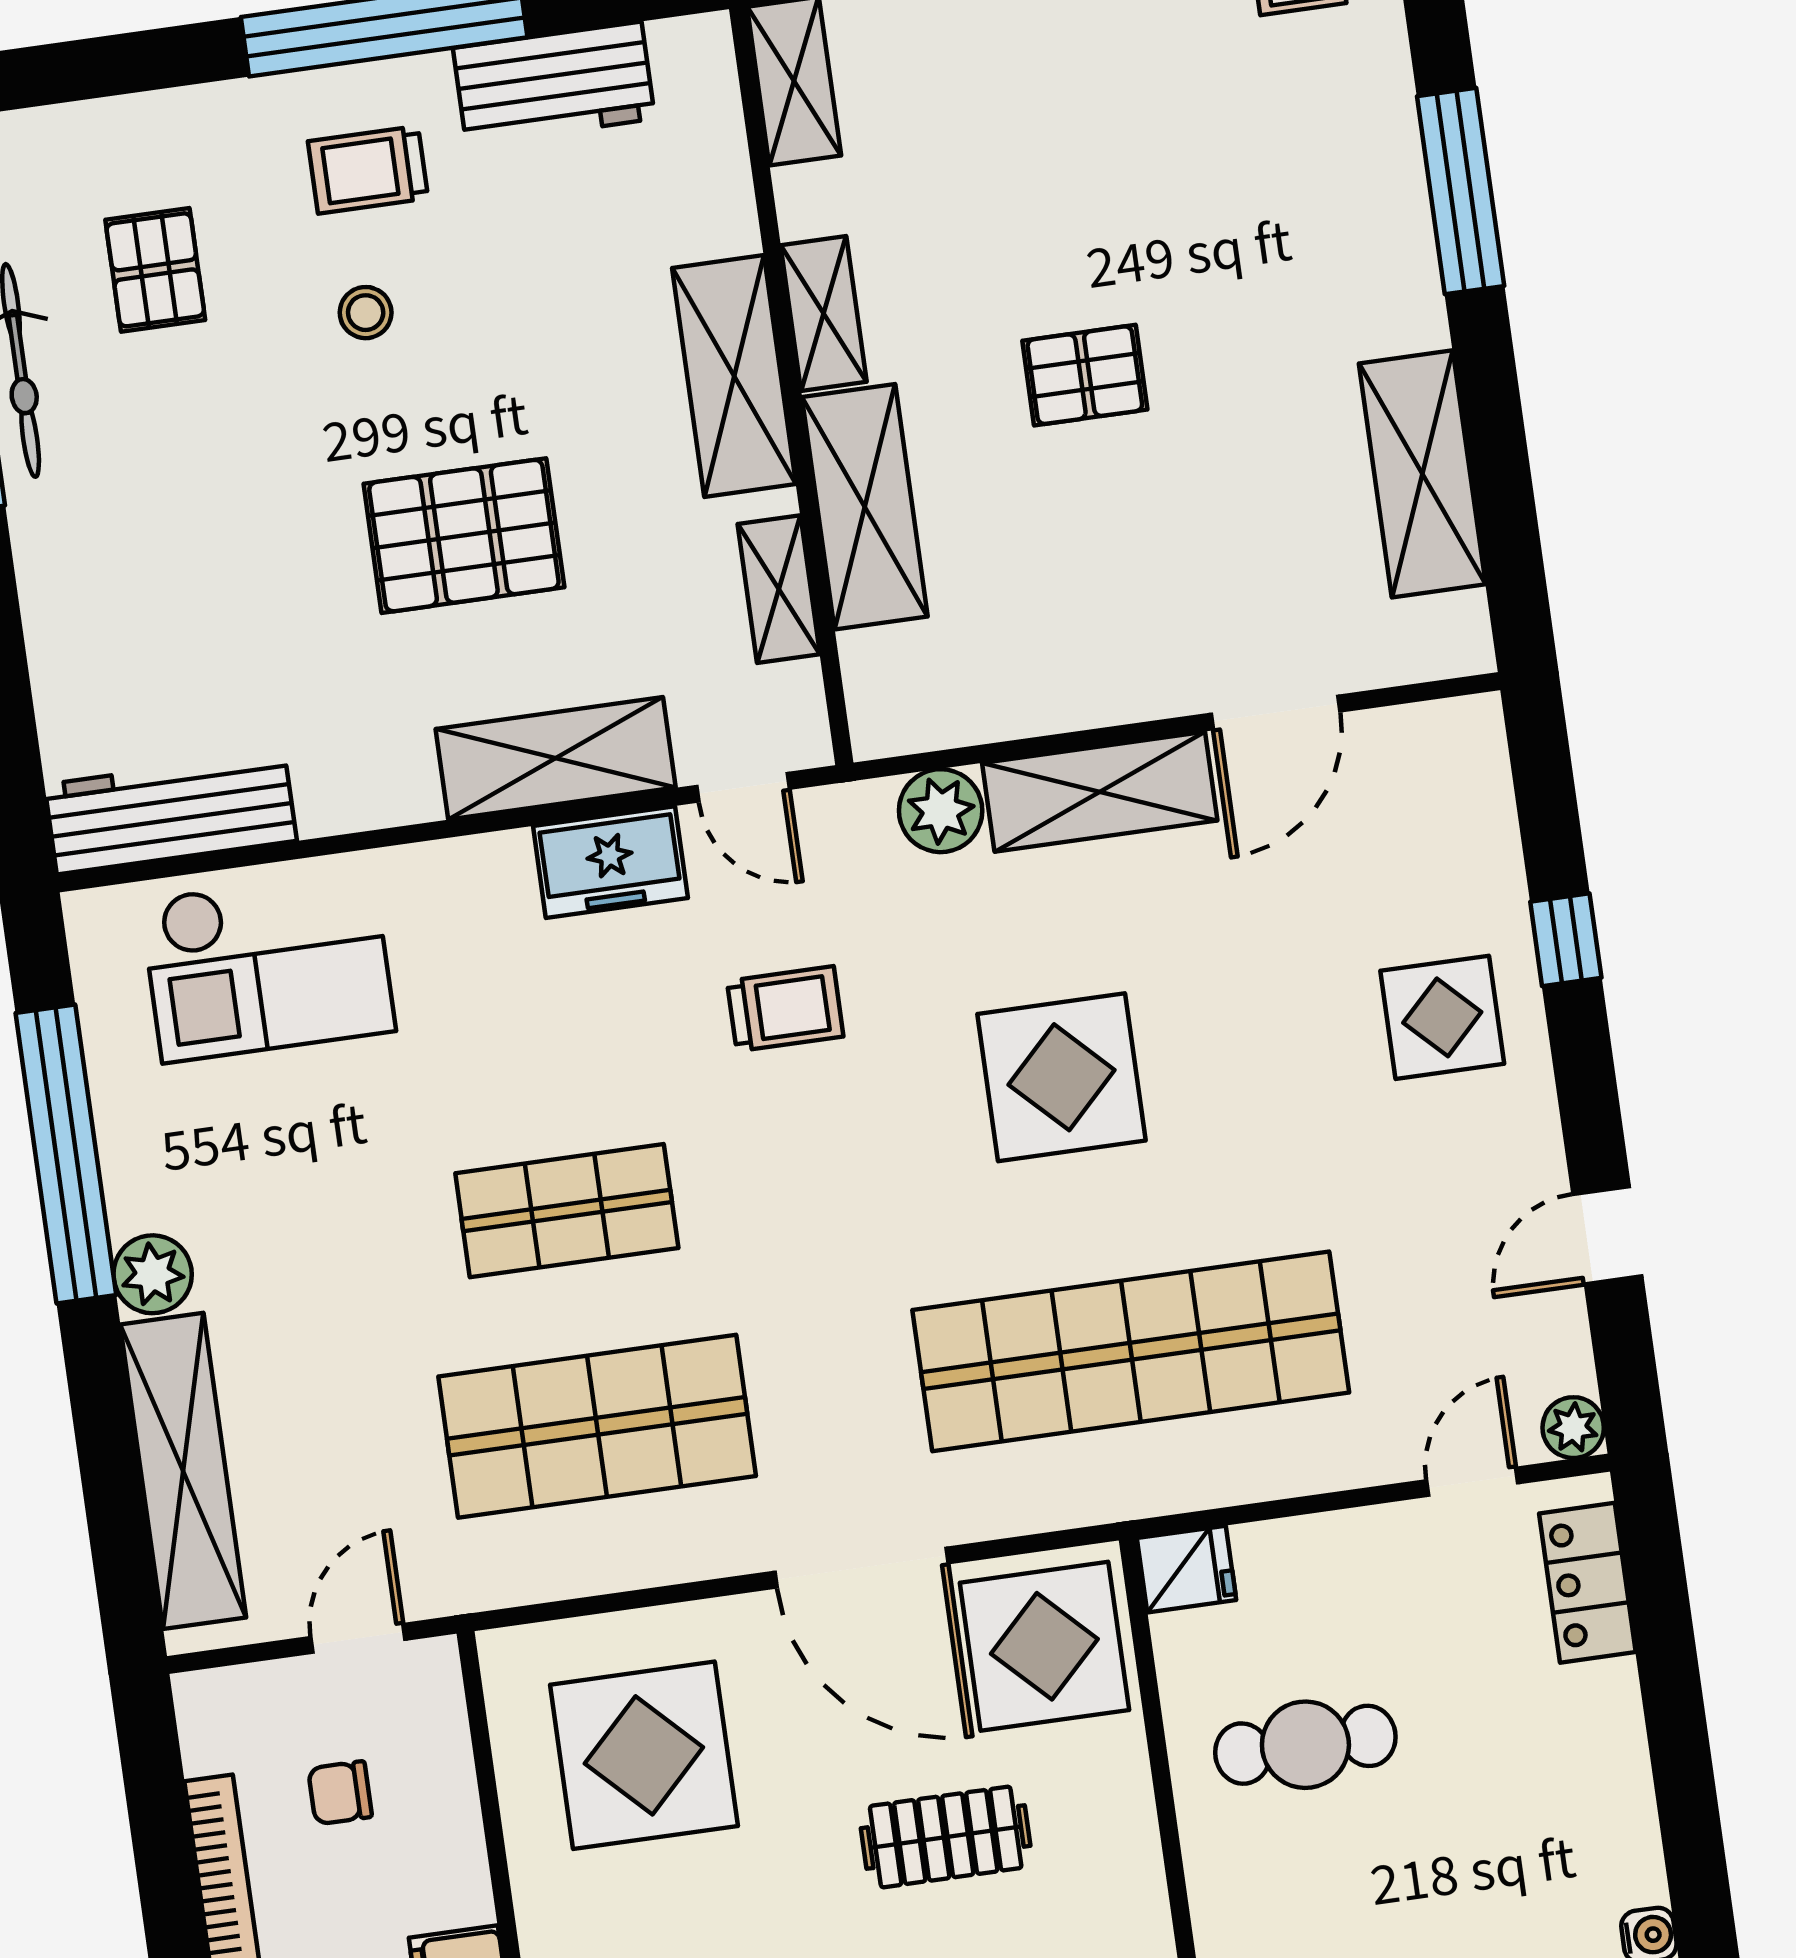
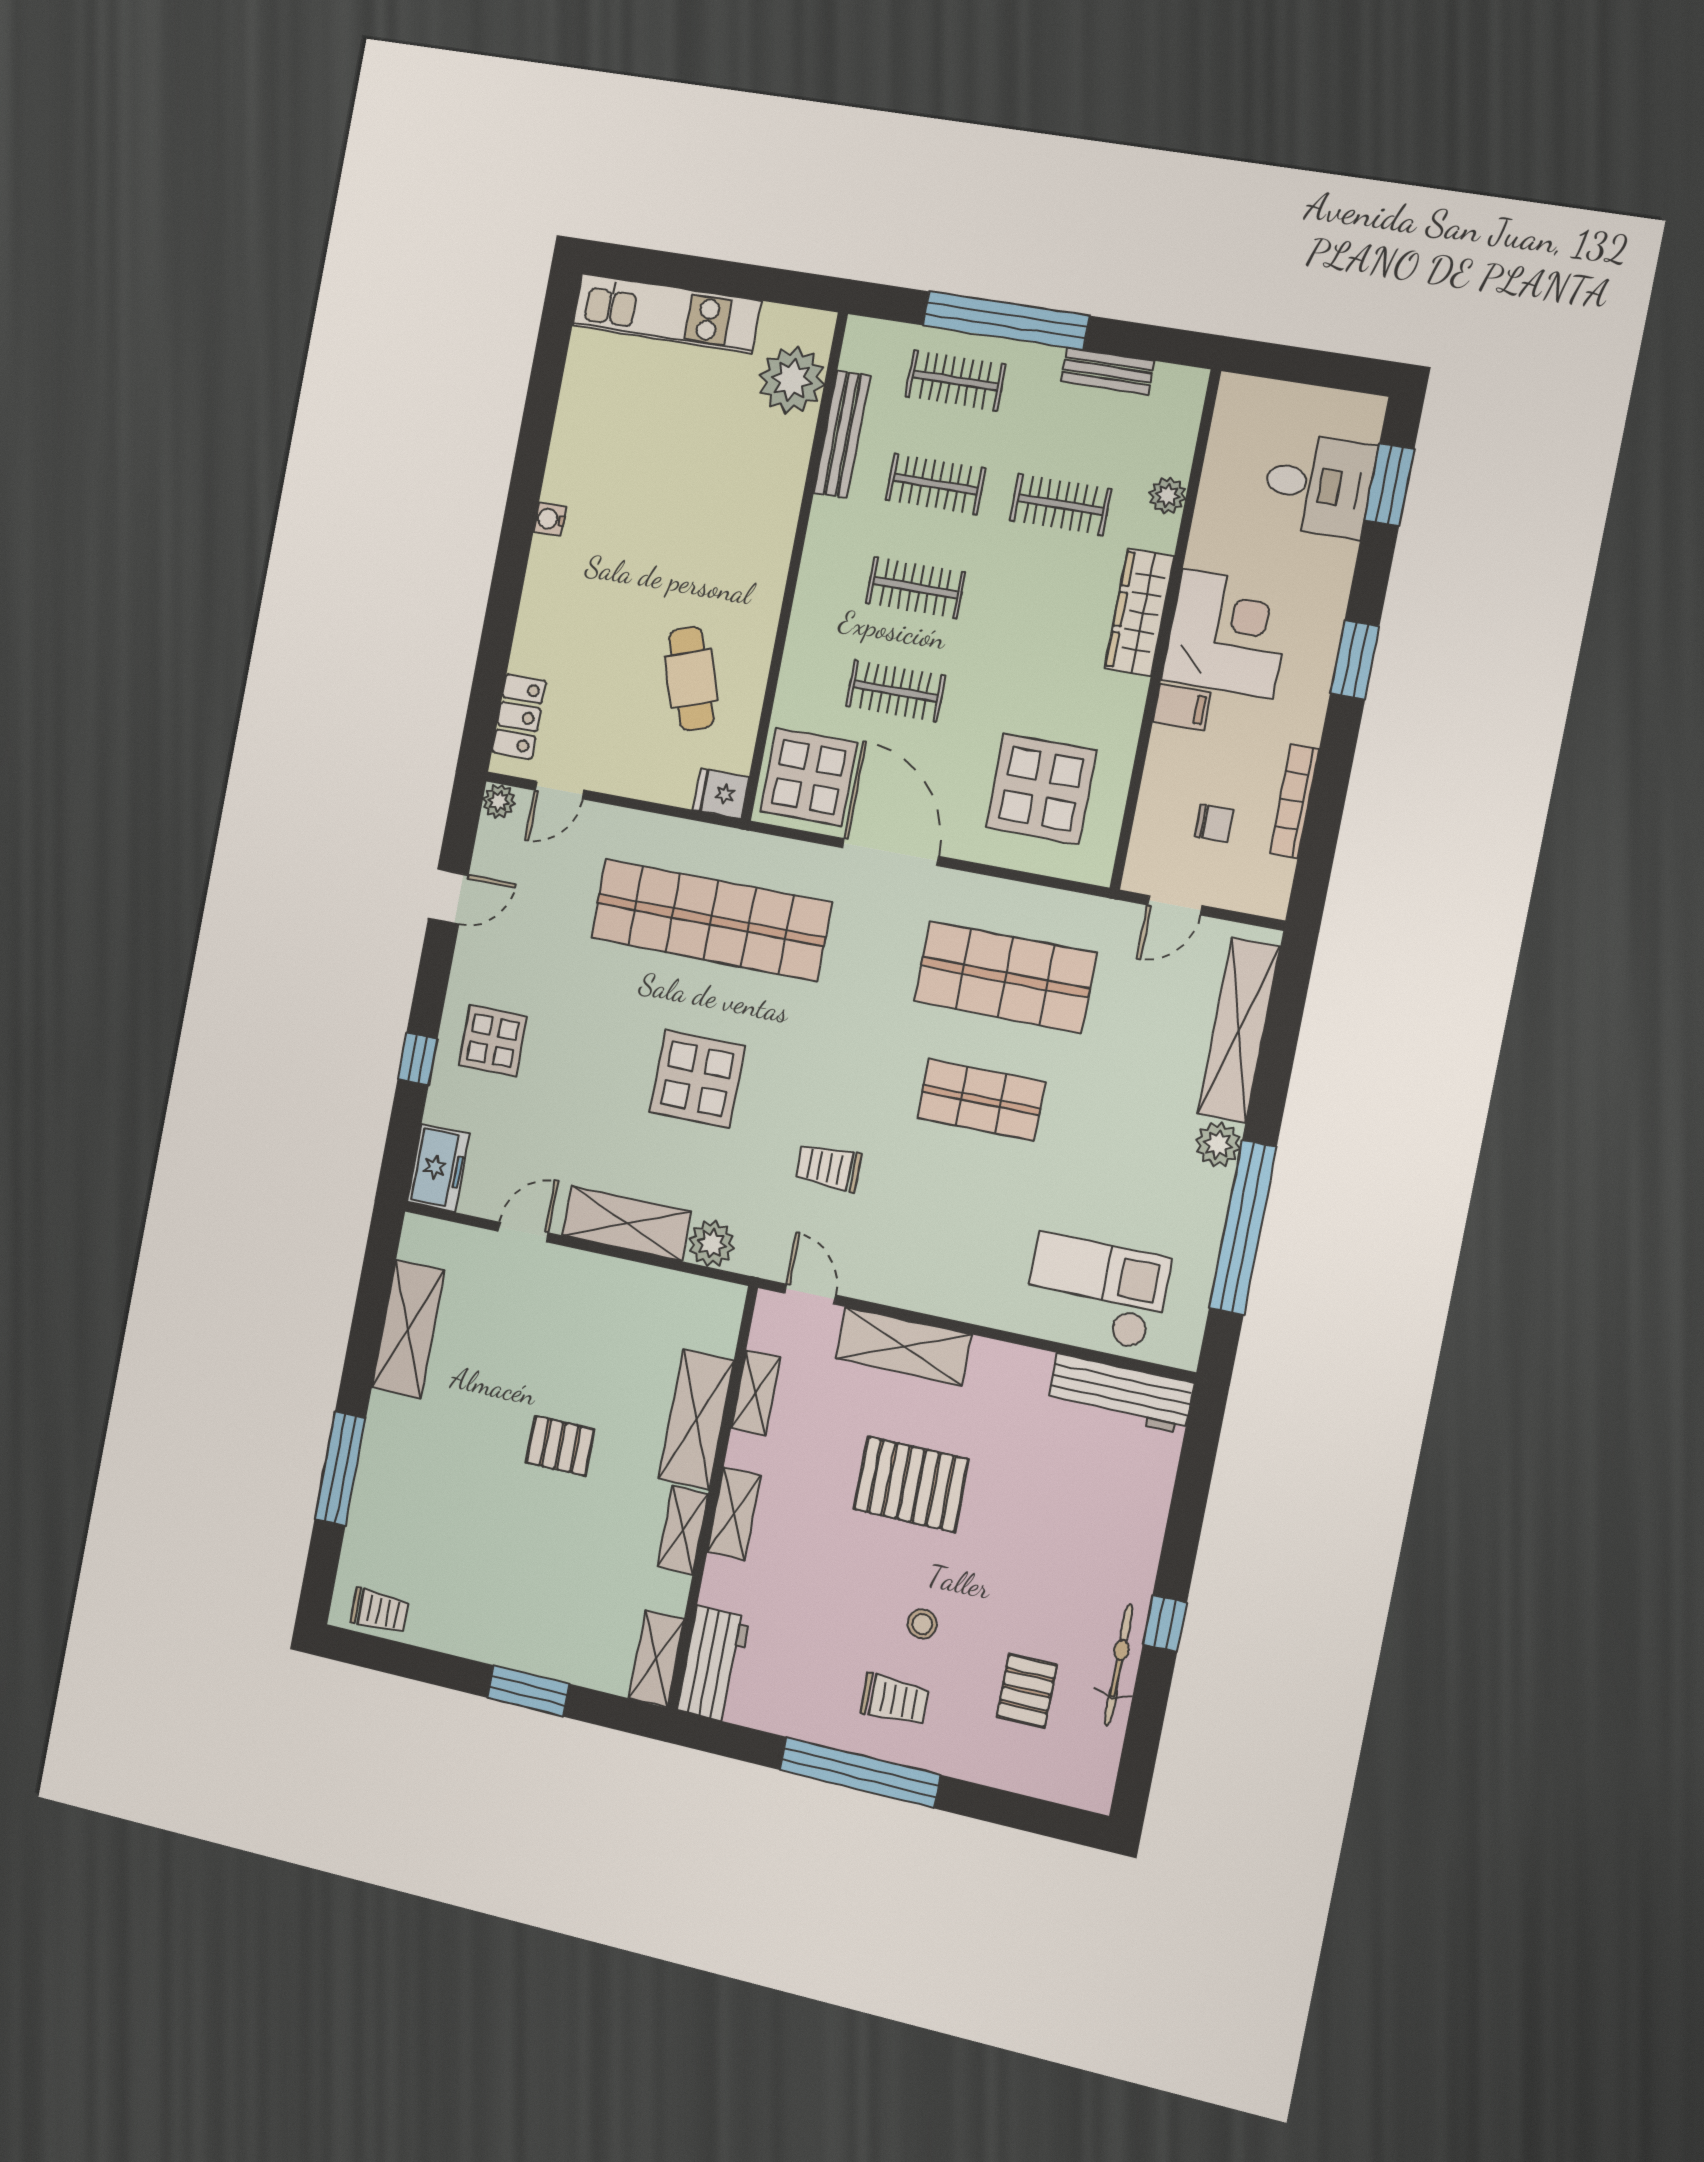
workbench: (554, 83) -> (713, 1664), moved, turned 90
shelving: (734, 376) -> (734, 1514), width x0.67, depth x0.75
door: (1275, 713) -> (523, 1232), width x0.73
freezer: (610, 862) -> (438, 1168), moved, turned 90
cafe table: (1305, 1745) -> (691, 679), turned 71

